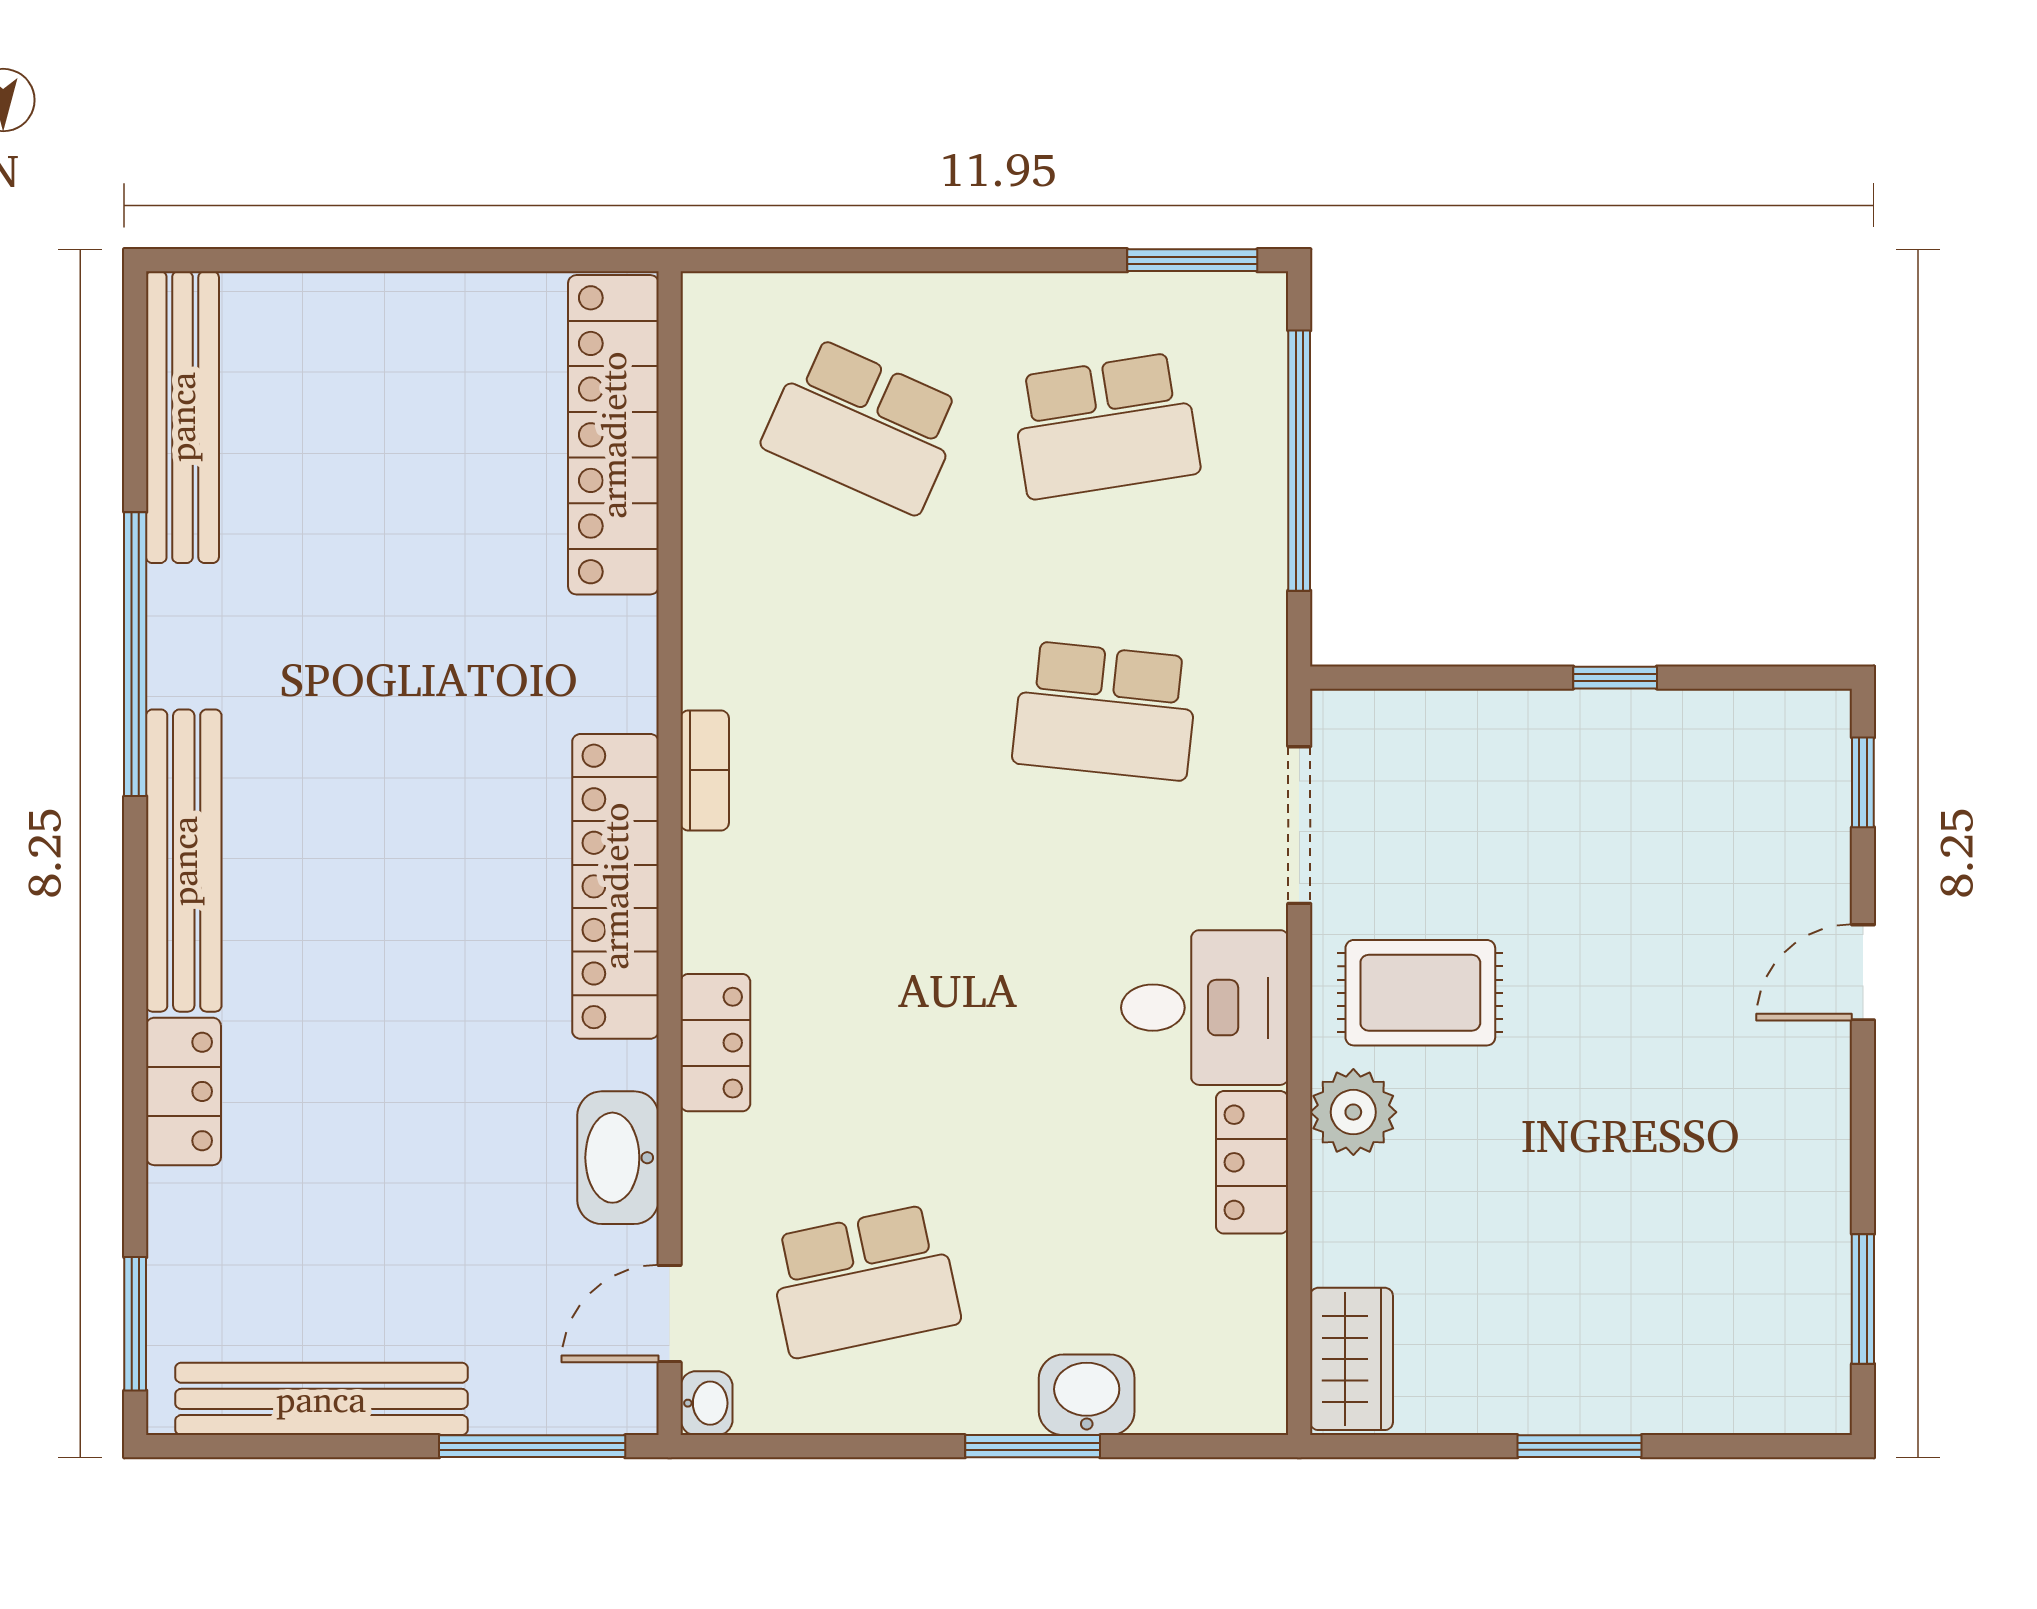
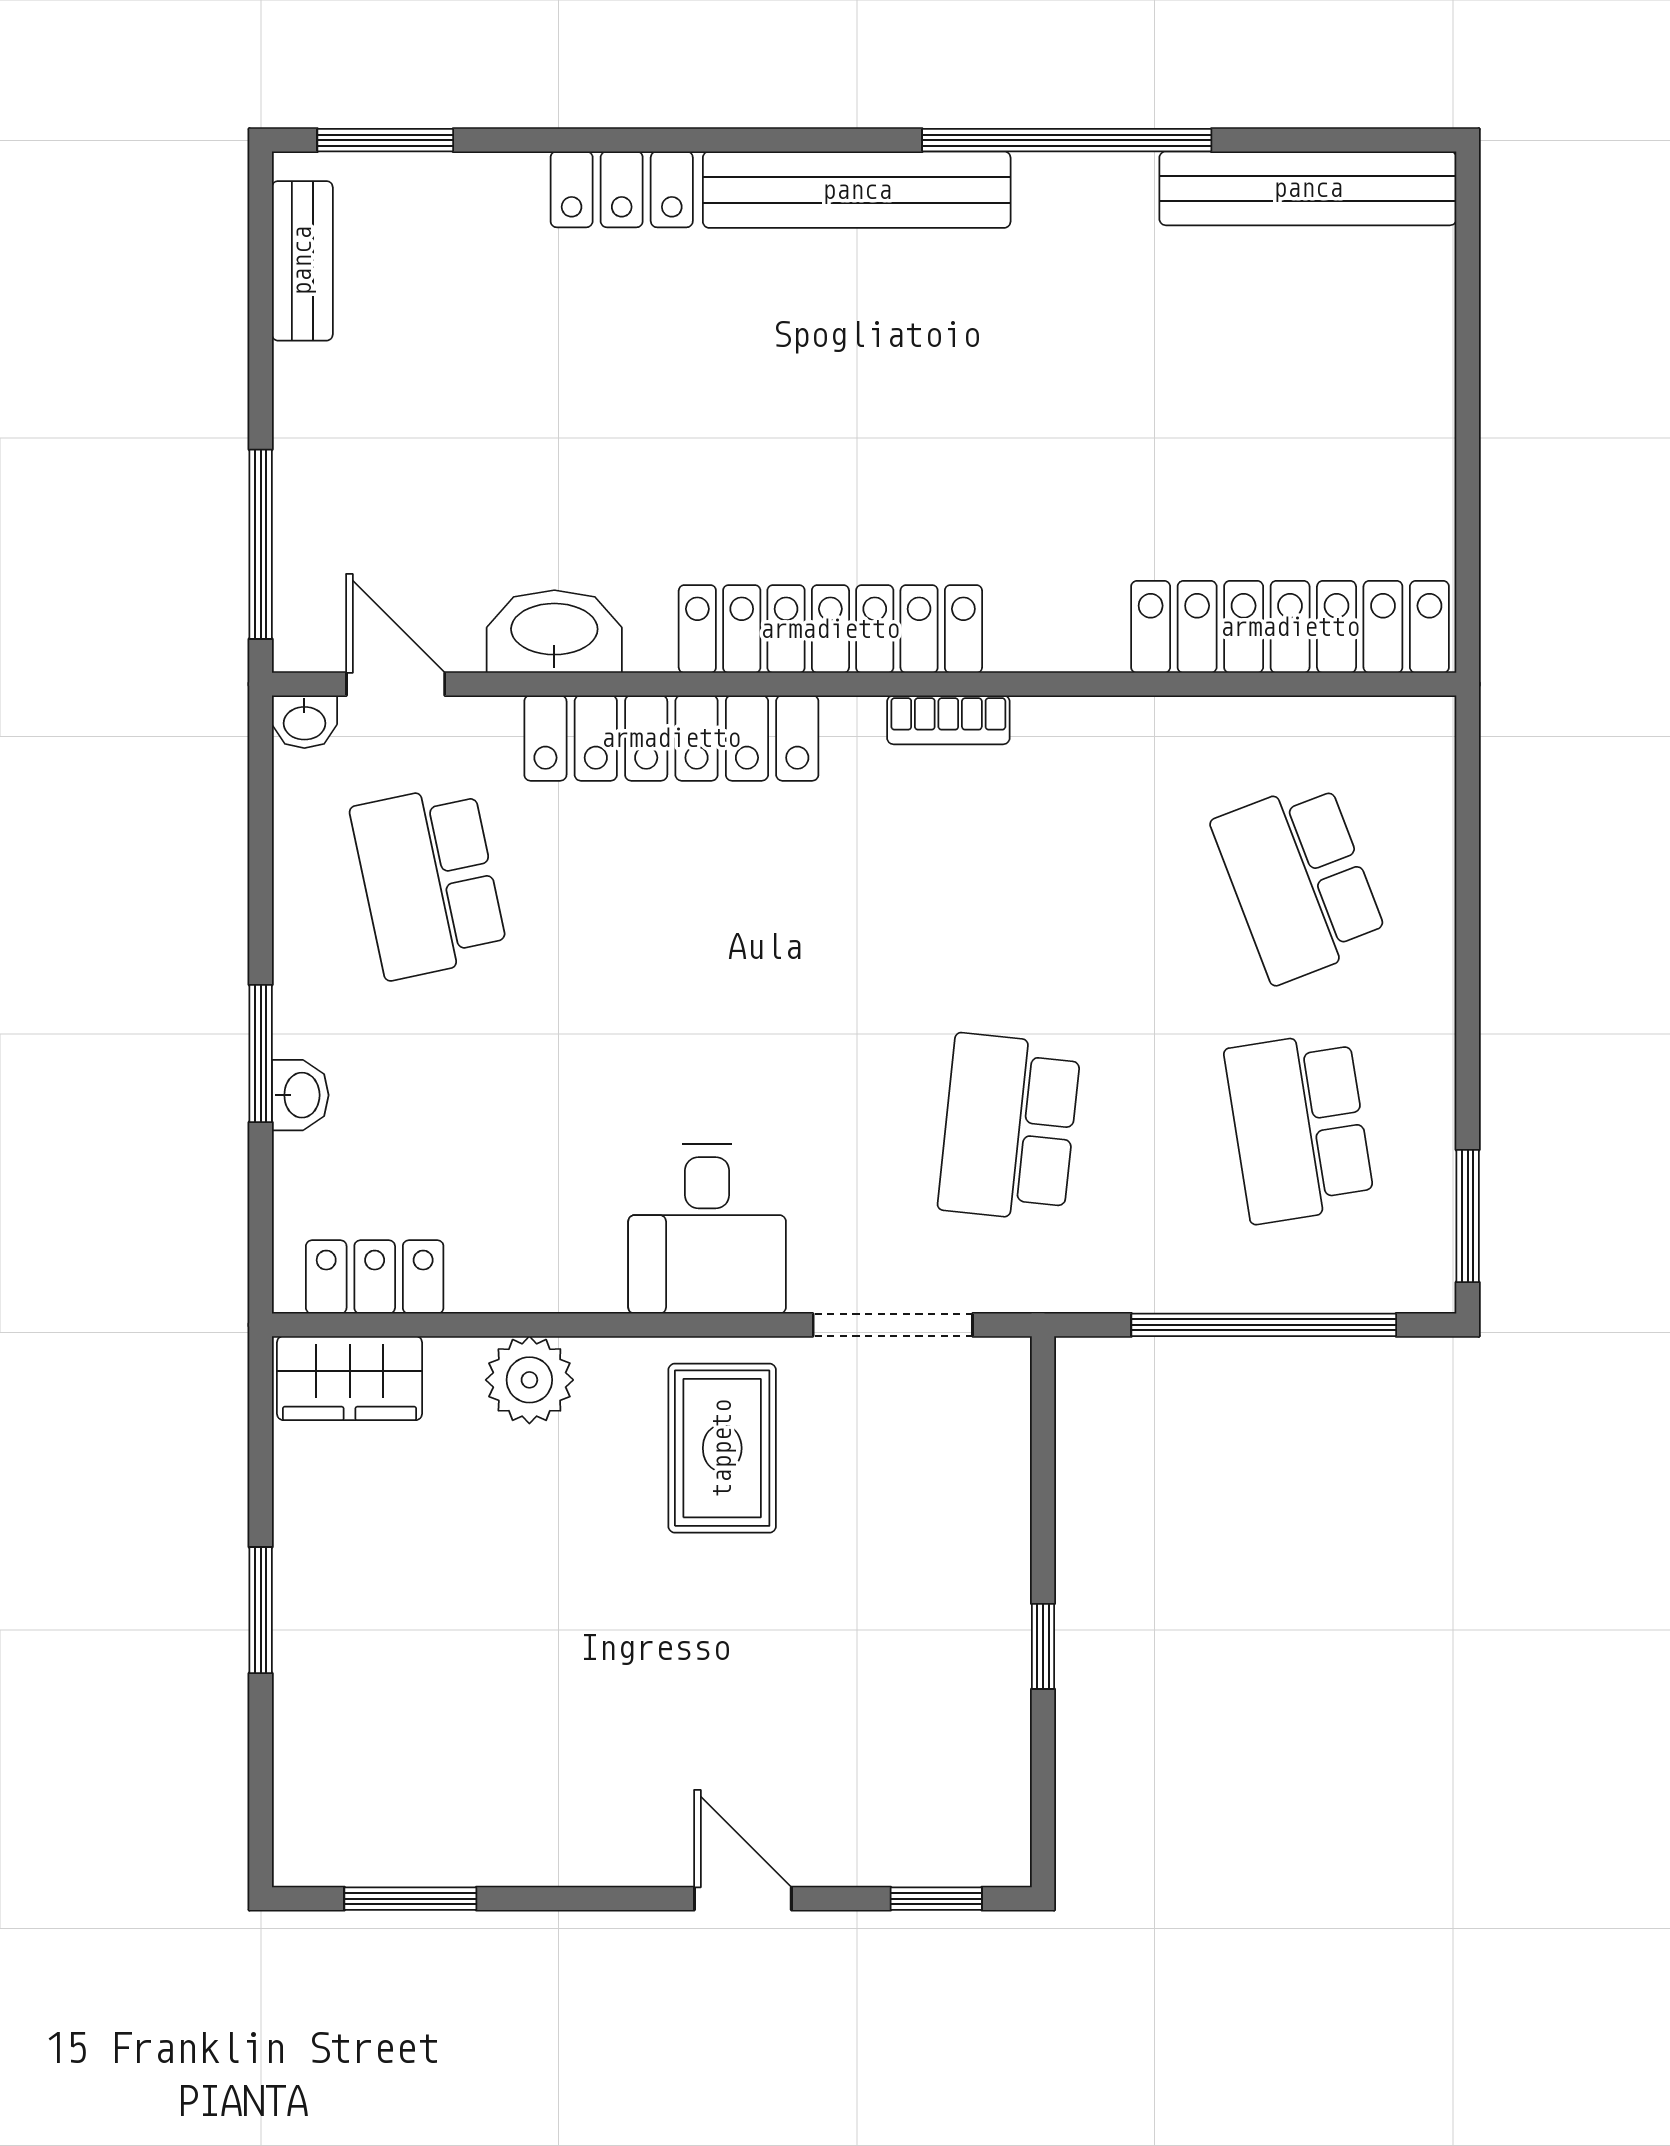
school desk: (864, 426) -> (1299, 882), turned -45
locker: (715, 1043) -> (671, 738), width x2.16, depth x1.21
plant: (1353, 1112) -> (529, 1380), moved
locker: (1252, 1162) -> (375, 1277), moved
washbasin: (1087, 1395) -> (300, 1095), width x0.72, depth x0.69
bench: (321, 1399) -> (302, 261), width x0.54, depth x0.82

